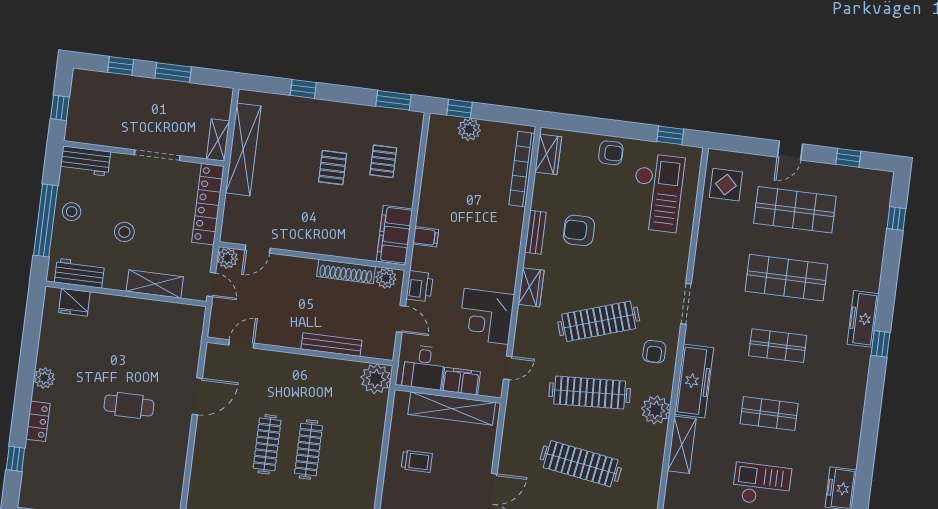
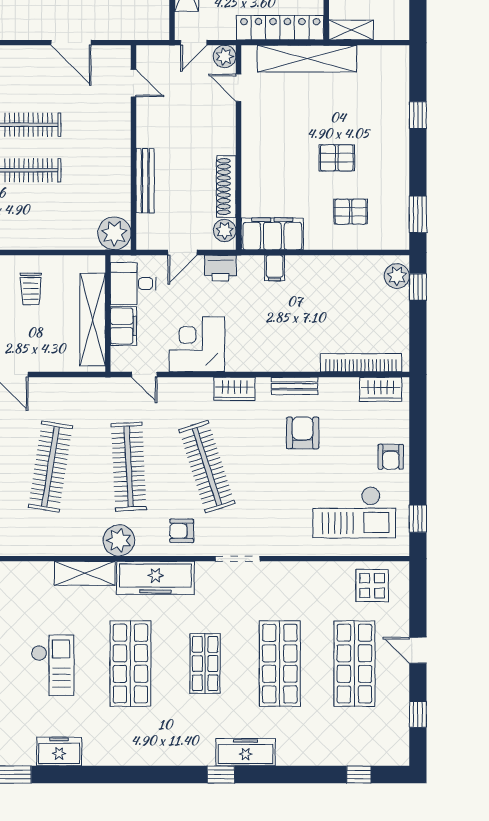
plant: (469, 129) -> (397, 276), moved
shelving: (243, 149) -> (307, 59), moved
shop shelf: (769, 414) -> (130, 664), width x1.43, depth x1.36

